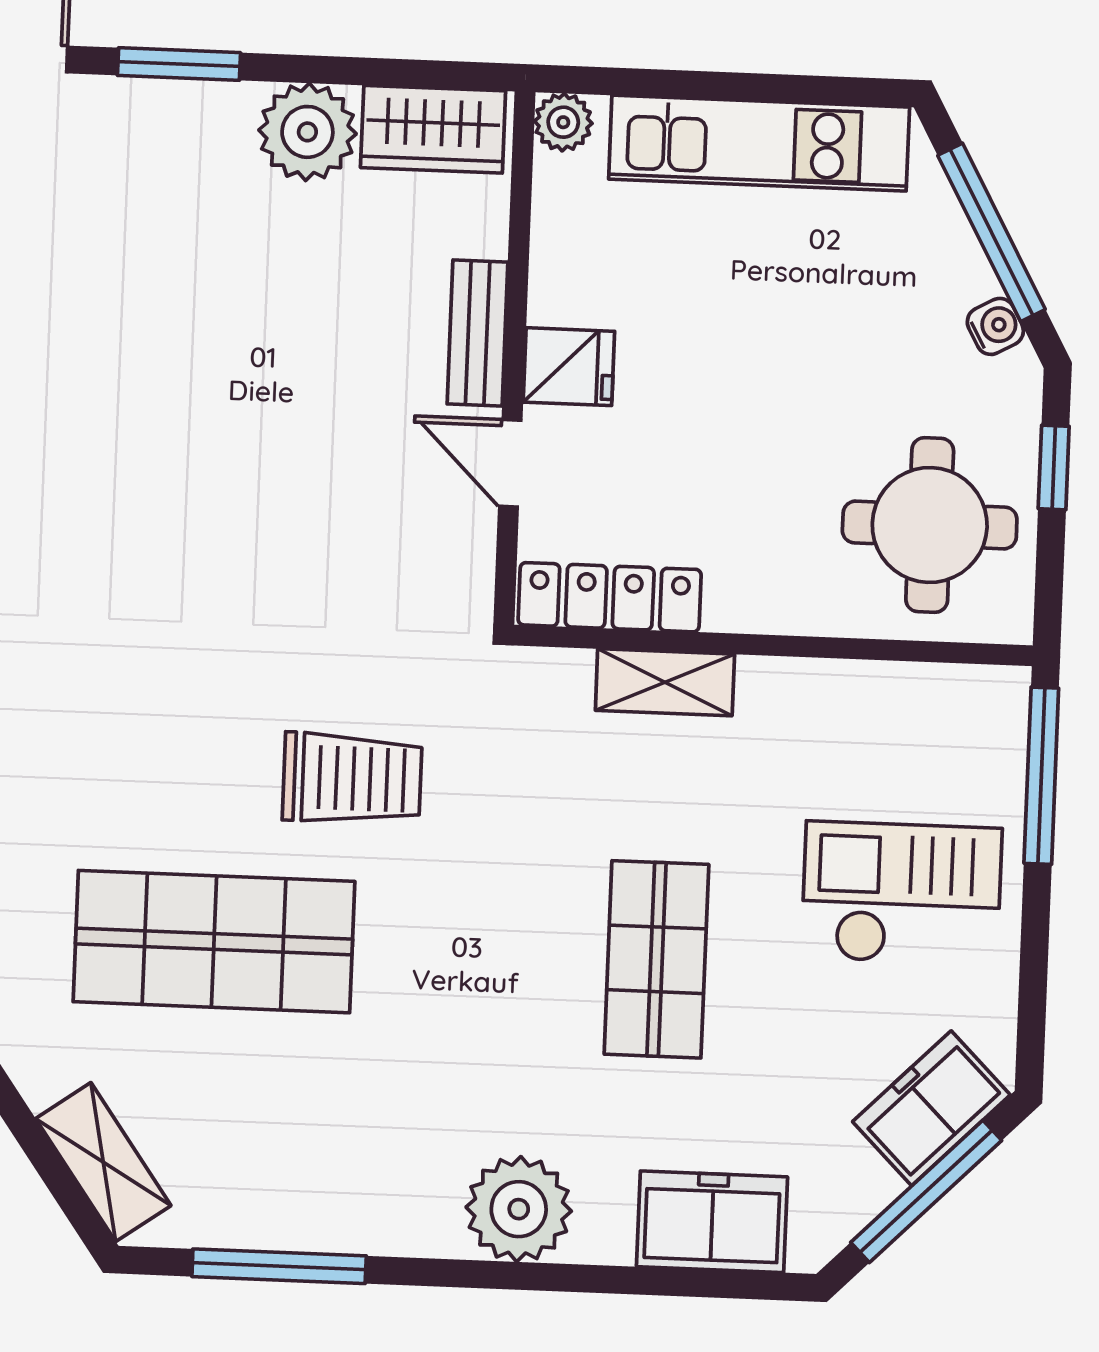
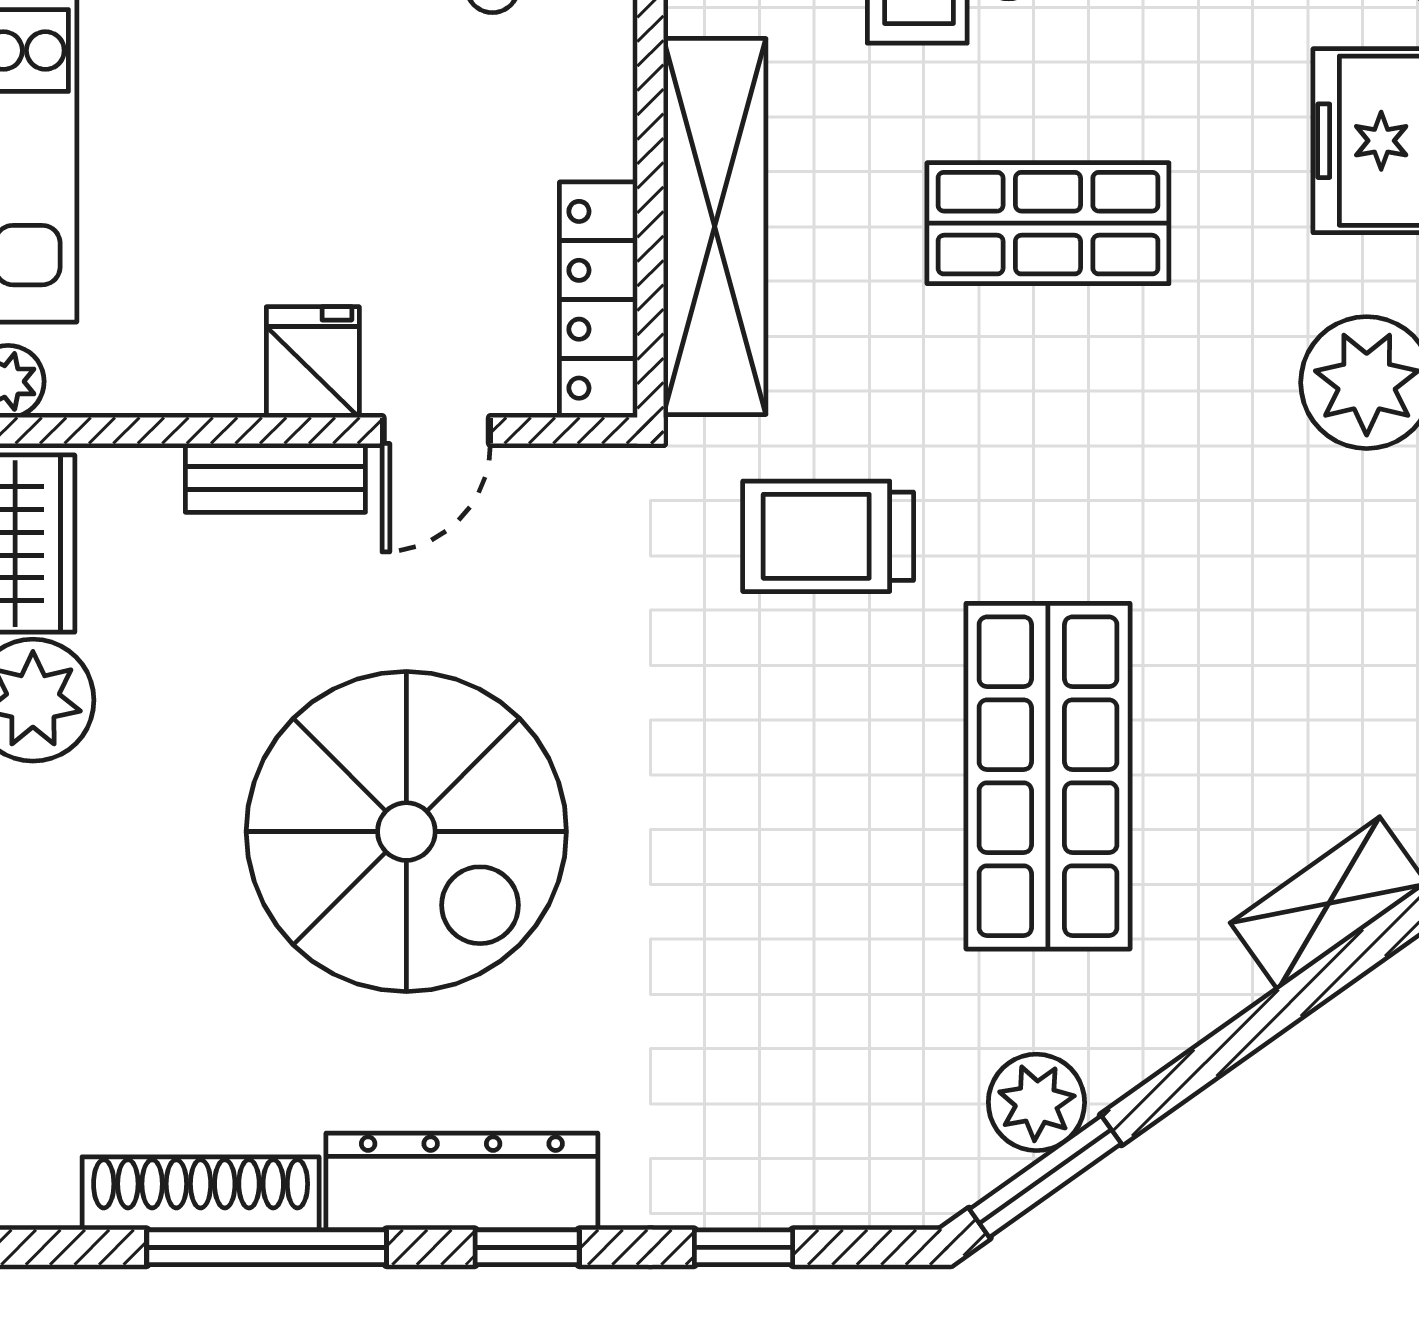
spiral stairs: (190, 426) -> (406, 832), added
shelving: (665, 682) -> (715, 226), width x2.20, depth x1.33
trolley: (352, 778) -> (828, 536), moved, turned -90

